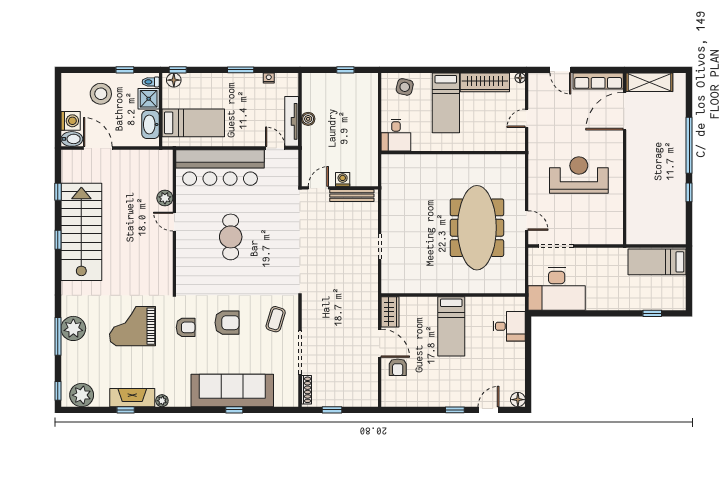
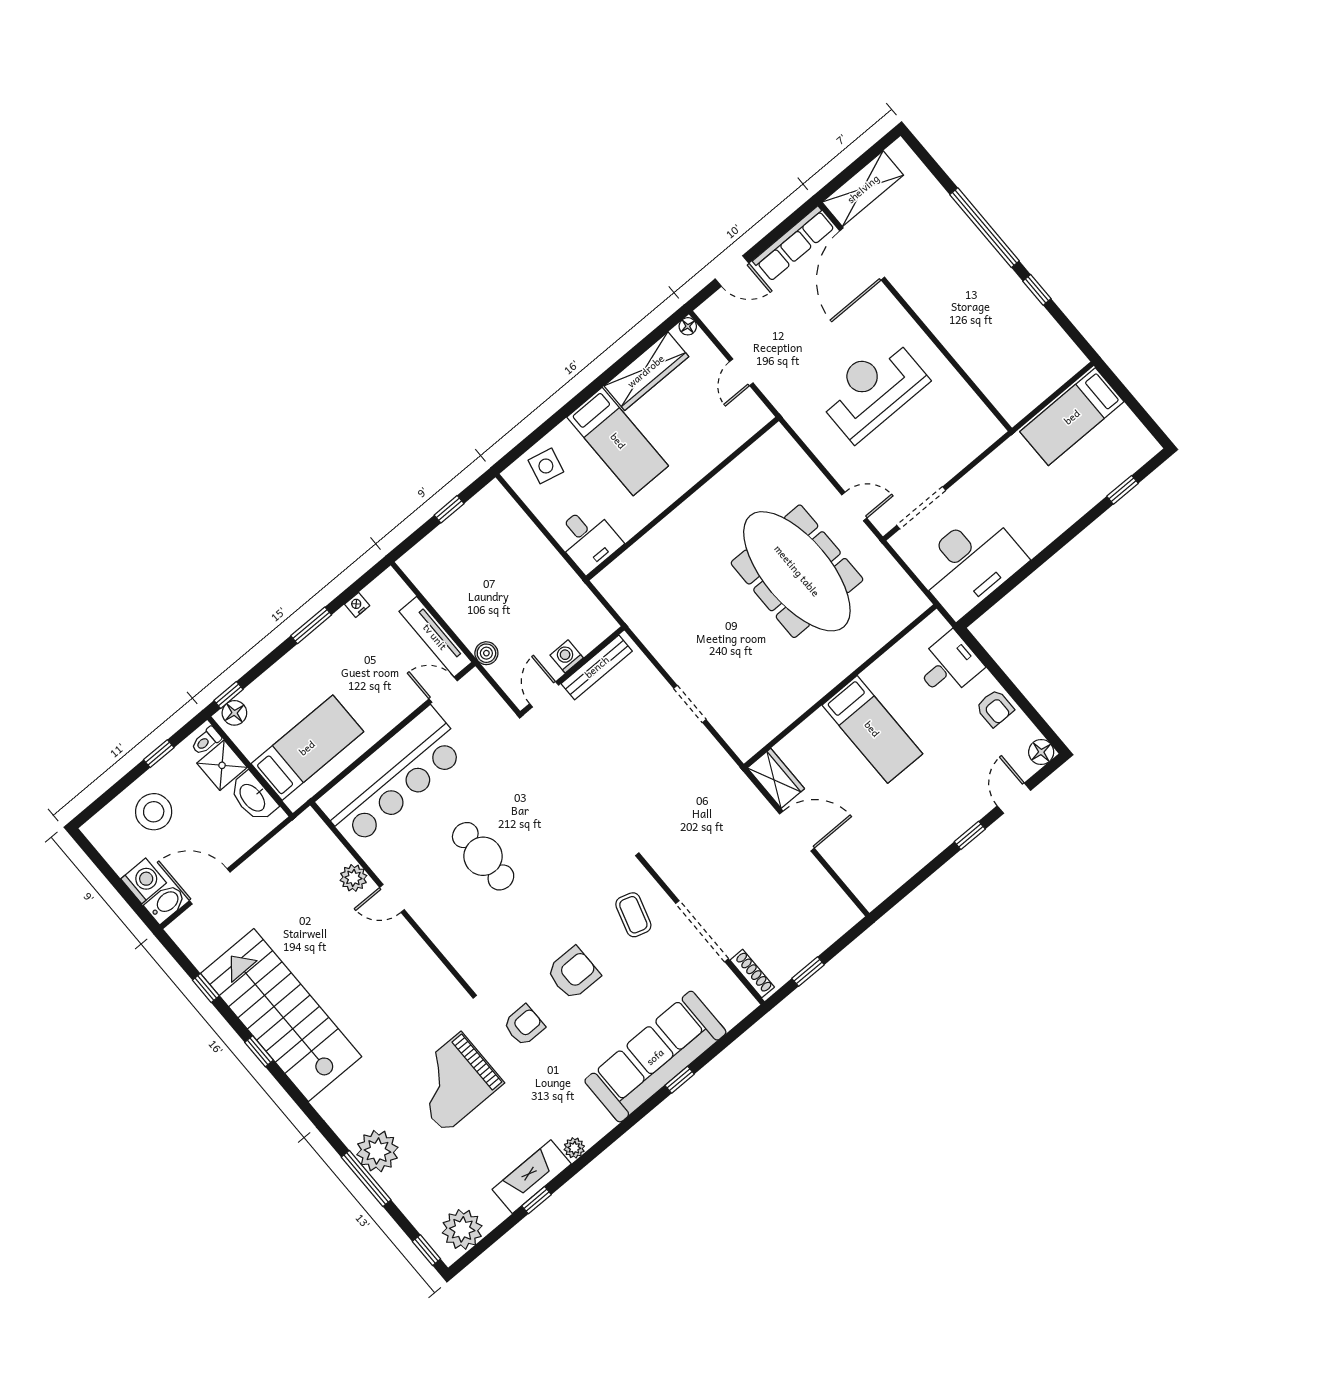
boiler: (308, 119) -> (486, 653), moved
armchair: (398, 367) -> (995, 708), moved

